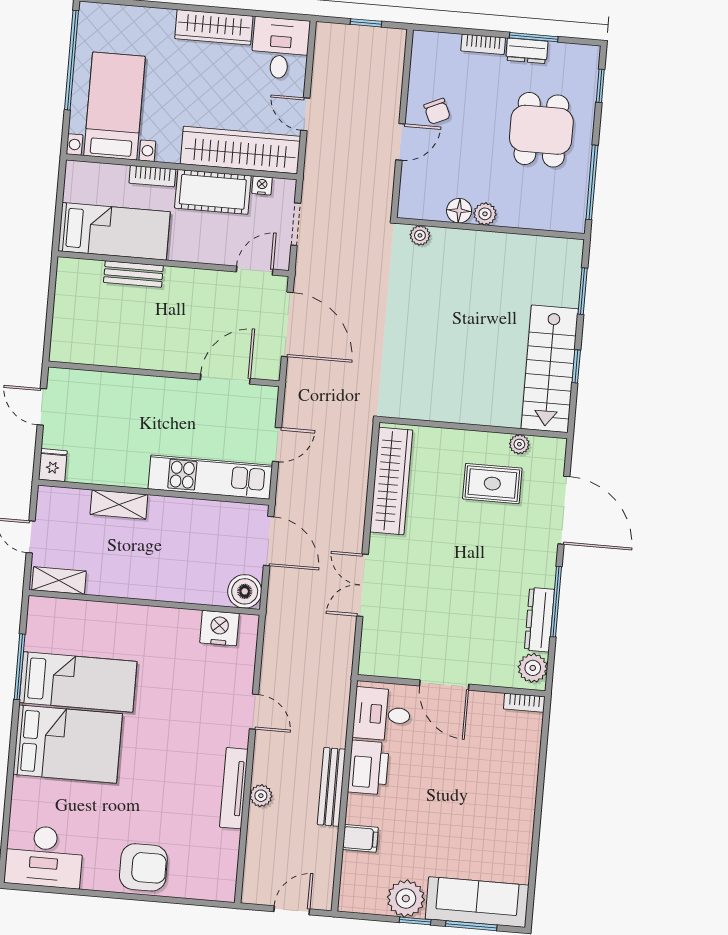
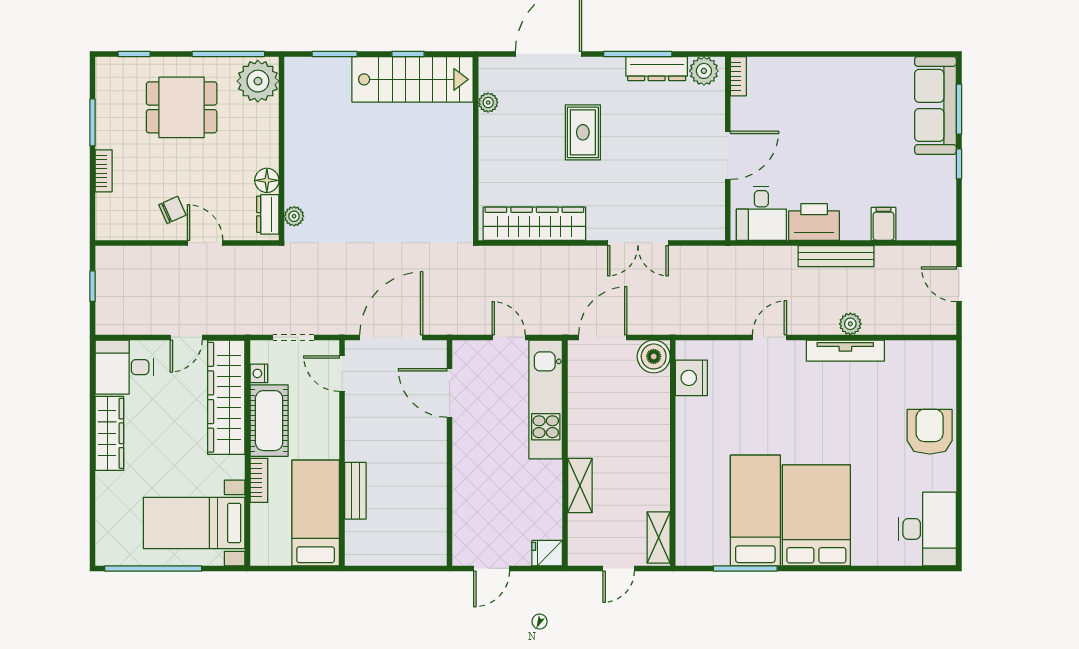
dresser: (527, 51) -> (268, 214), moved, turned 180
plant: (485, 214) -> (258, 81), moved, width x1.88, depth x1.88
rug: (492, 484) -> (583, 132), moved
plant: (406, 898) -> (938, 175), removed

